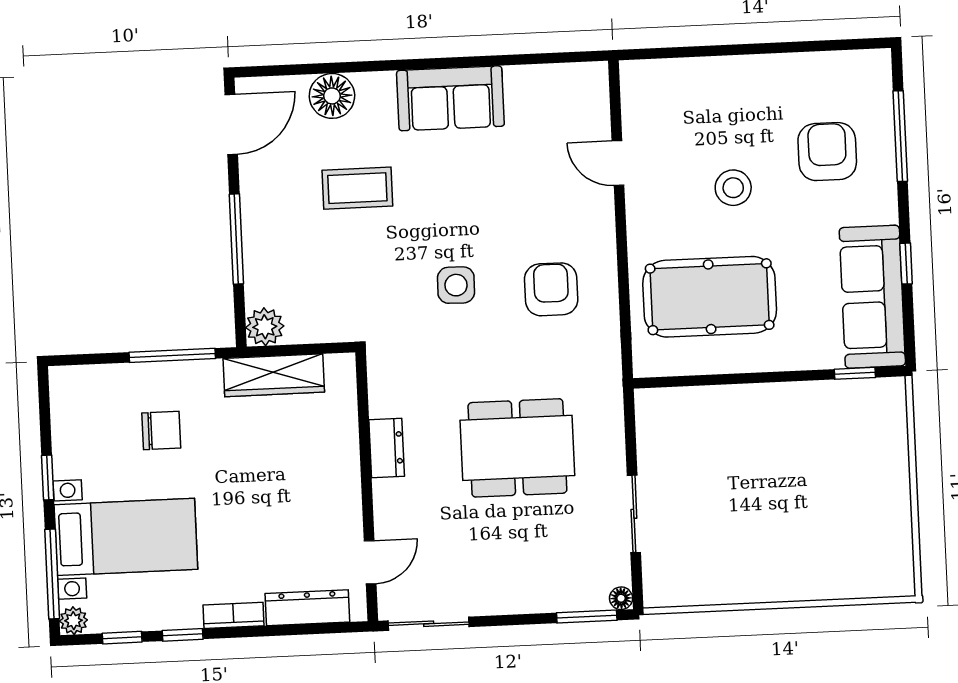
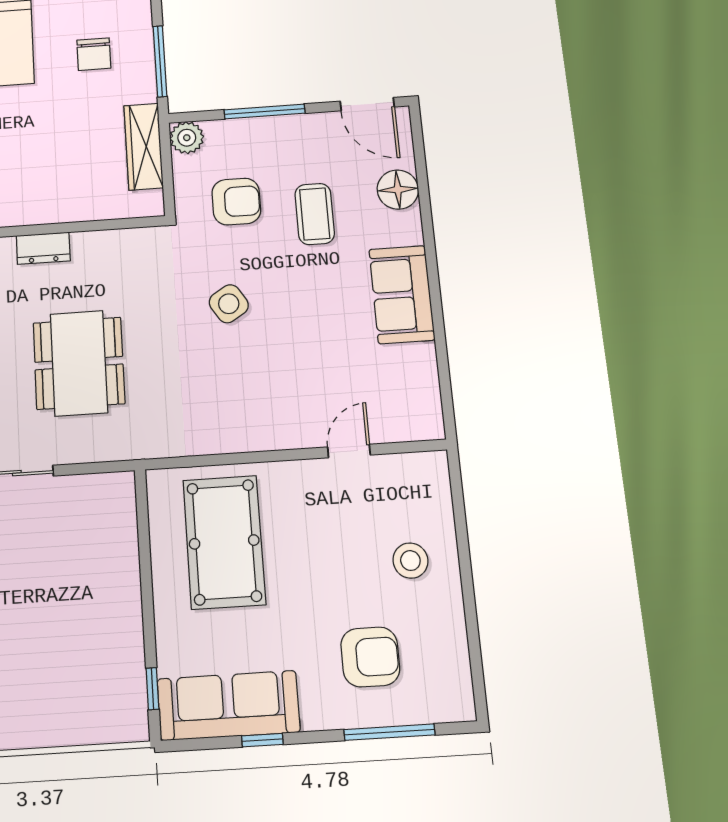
stool: (733, 188) -> (410, 561), moved
side table: (456, 285) -> (229, 304), turned -33
armchair: (551, 289) -> (236, 202), moved
dresser: (387, 448) -> (43, 248), moved

